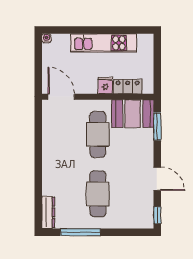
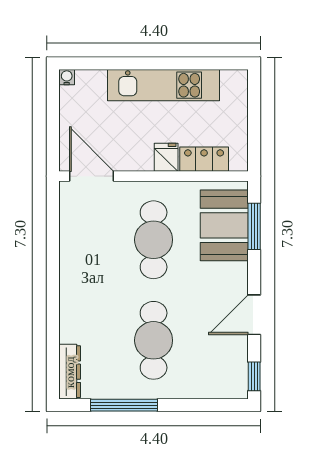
booth: (133, 114) -> (224, 225), moved, turned 90
door: (157, 179) -> (254, 315), swing flipped

